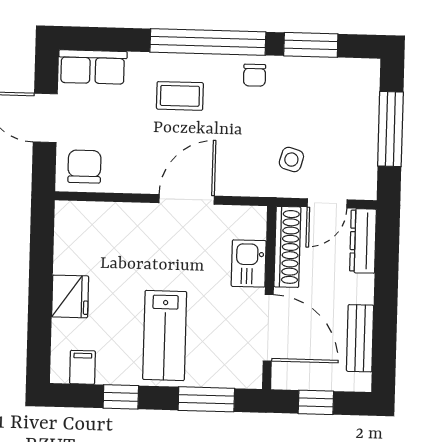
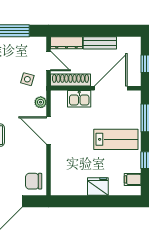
plant: (244, 185) -> (41, 102), added
bench: (360, 338) -> (100, 43), moved

